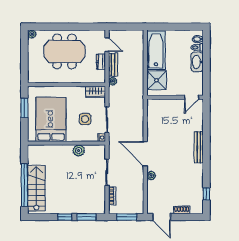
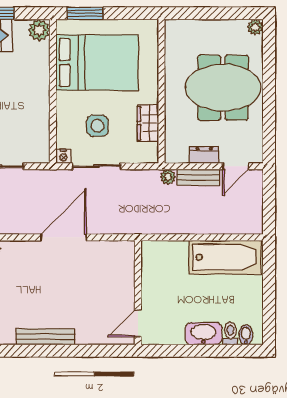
meeting table: (65, 51) -> (223, 88), turned 90
shower: (156, 80) -> (169, 258), removed
wardrobe: (95, 92) -> (148, 123), moved
door: (192, 97) -> (138, 323), hinge flipped
window: (24, 108) -> (85, 13), moved
plant: (79, 151) -> (39, 30), moved
door: (145, 154) -> (64, 237), moved

